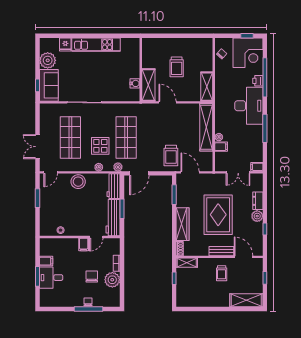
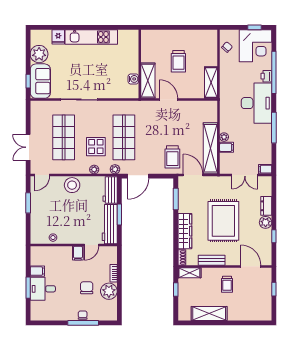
shelving: (206, 127) -> (210, 148), moved
bench: (221, 251) -> (212, 260), moved
shelving: (246, 300) -> (209, 313), moved

